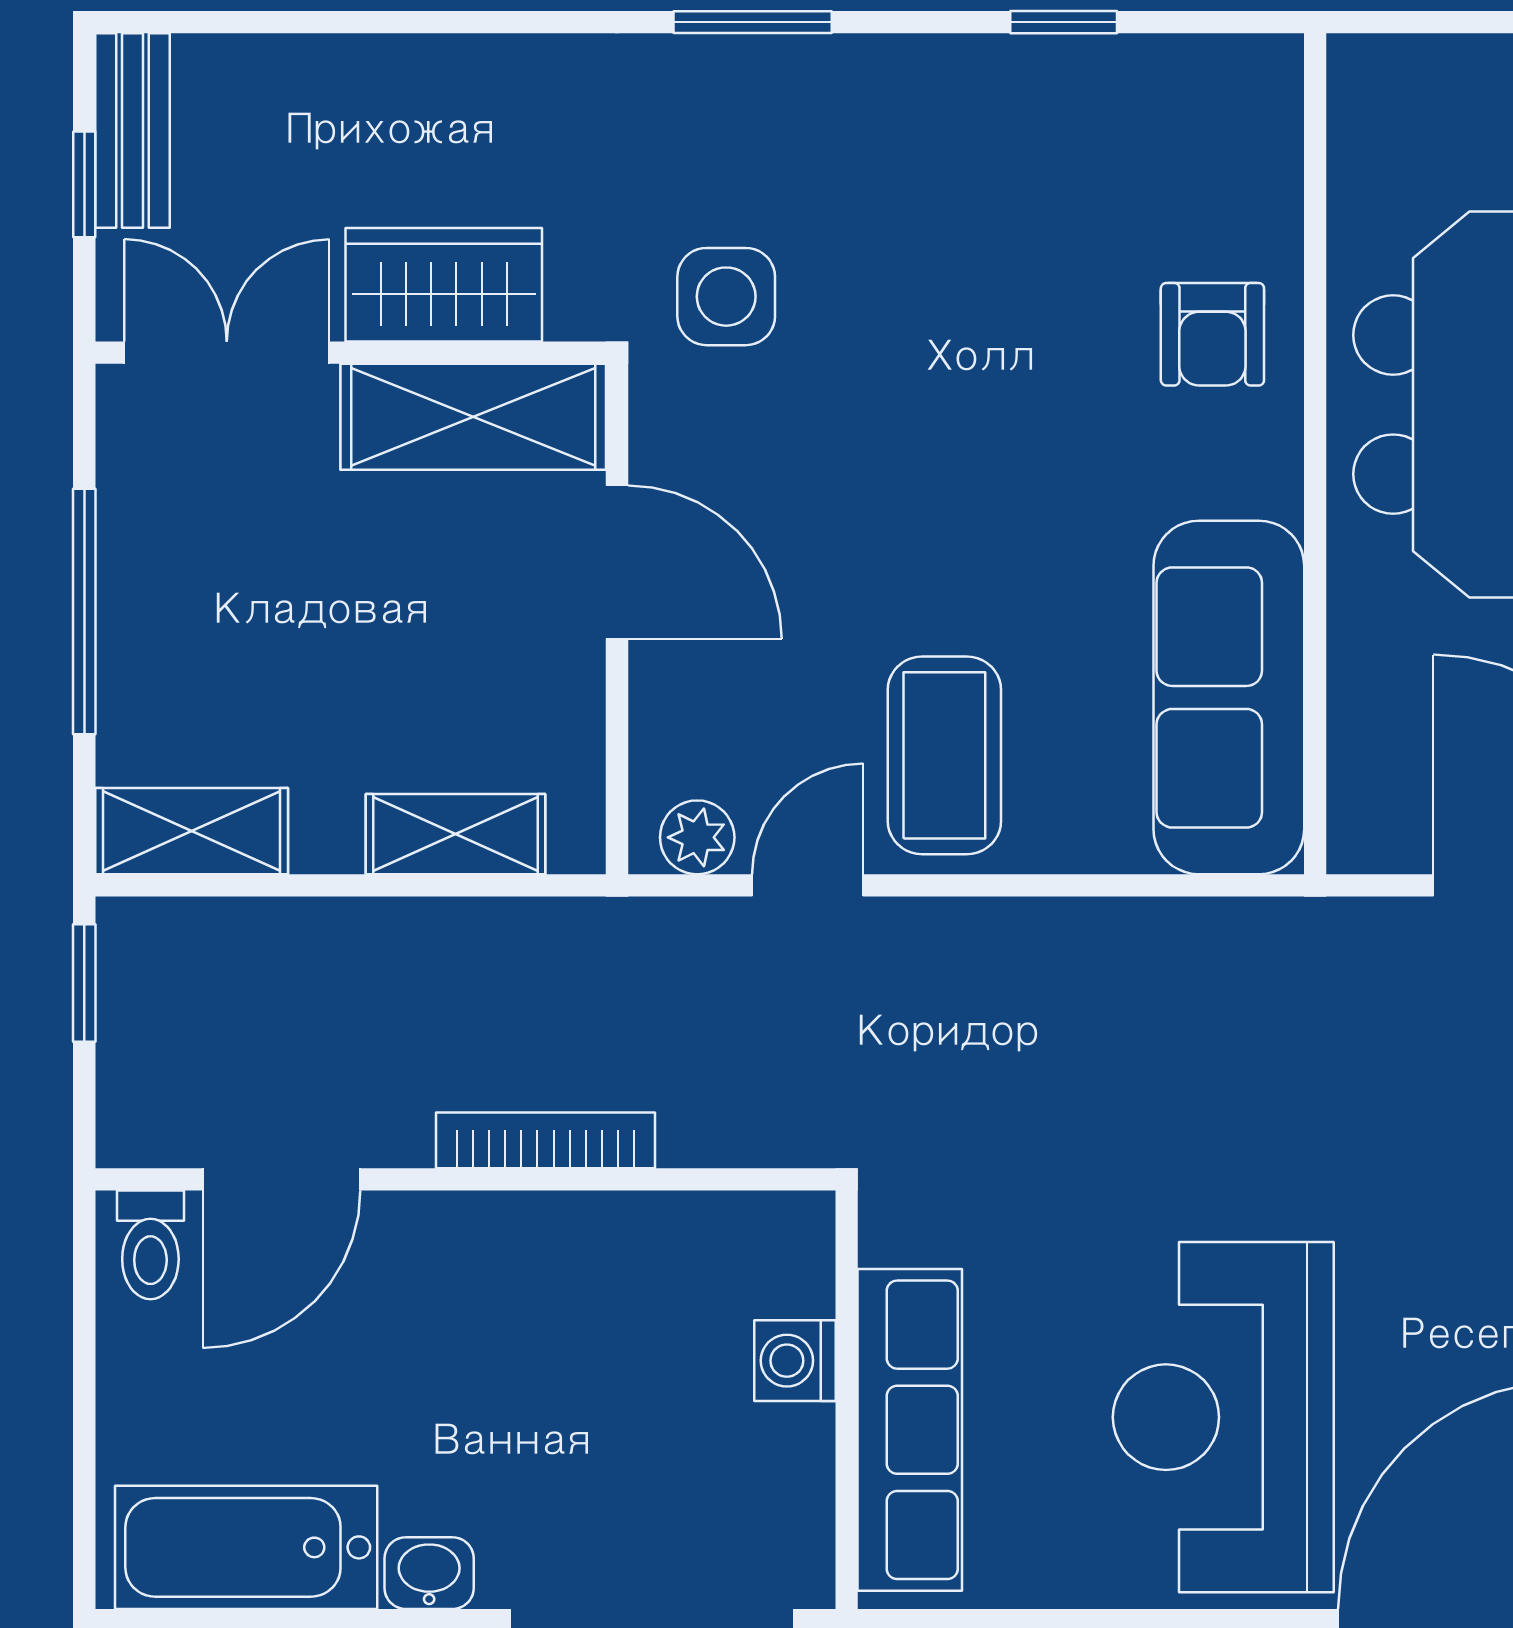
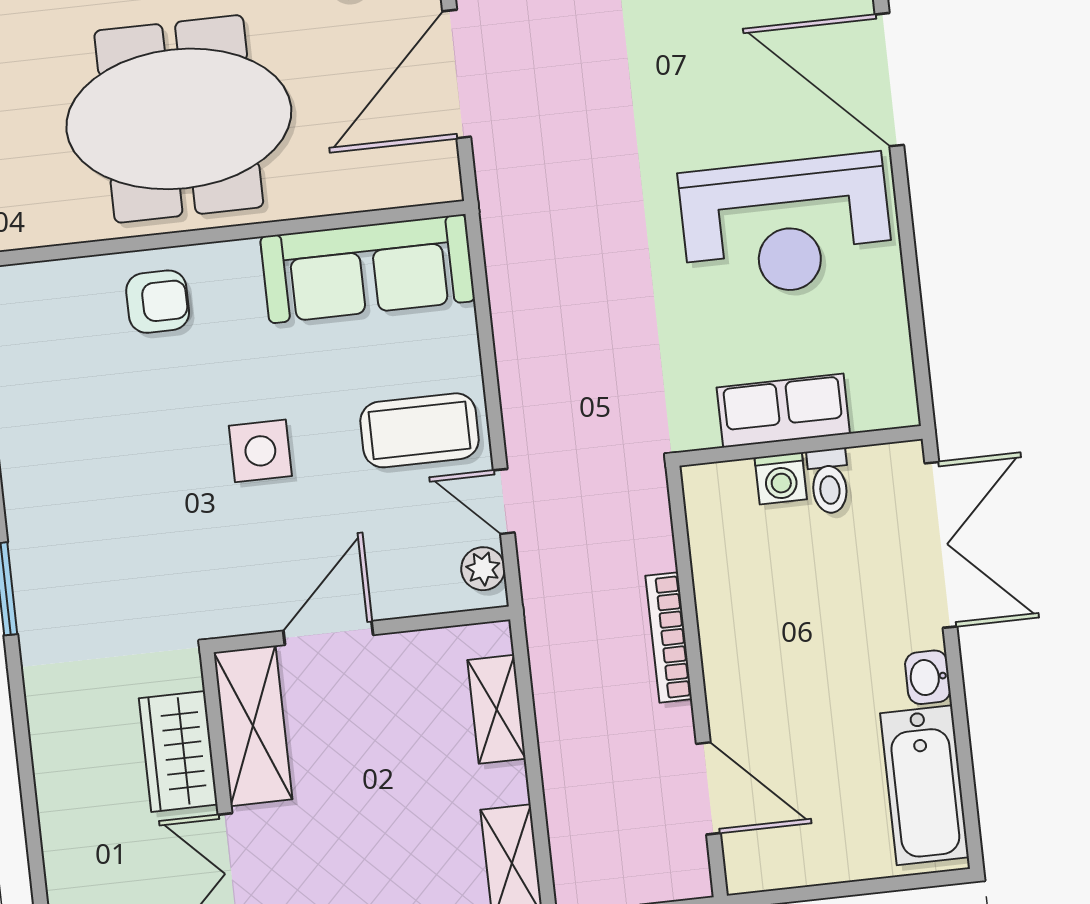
side table: (726, 297) -> (260, 451), moved
toilet: (150, 1245) -> (829, 481), moved, turned 90
row of seats: (910, 1430) -> (783, 411), width x0.68

